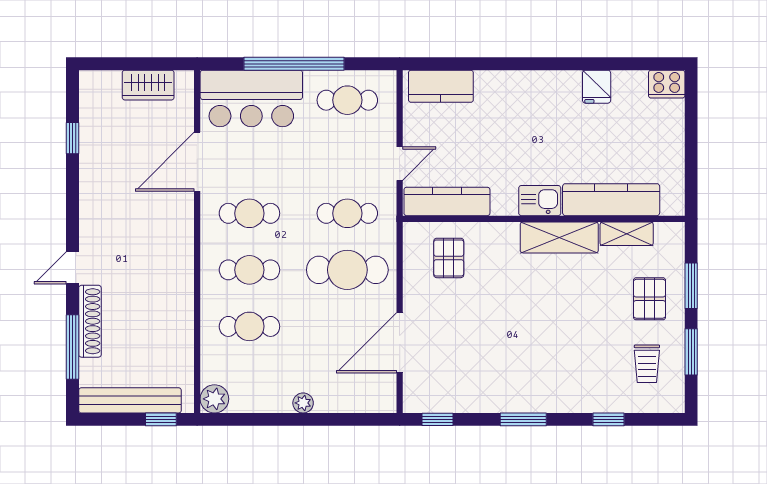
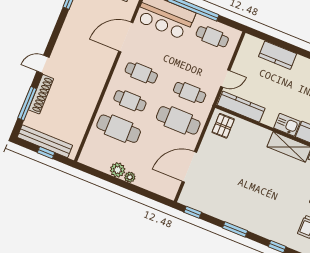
kitchen counter: (441, 86) -> (278, 55), moved
pallet: (449, 258) -> (223, 126), moved
cafe table: (249, 326) -> (119, 129), width x1.37, depth x1.35
plant: (214, 399) -> (118, 170), moved
window: (161, 419) -> (46, 153), moved

